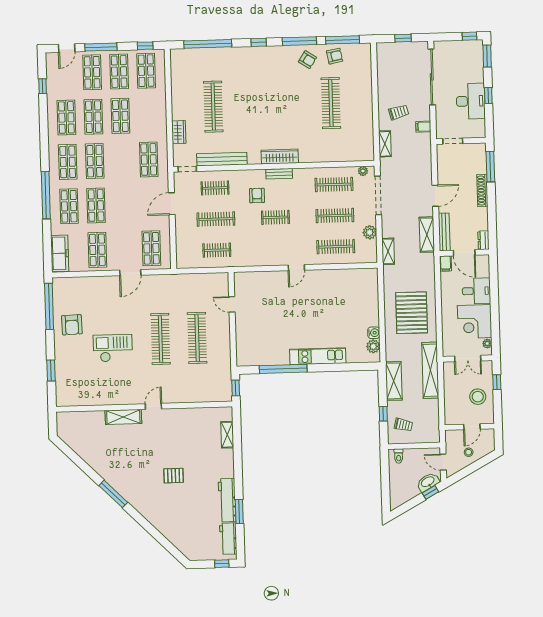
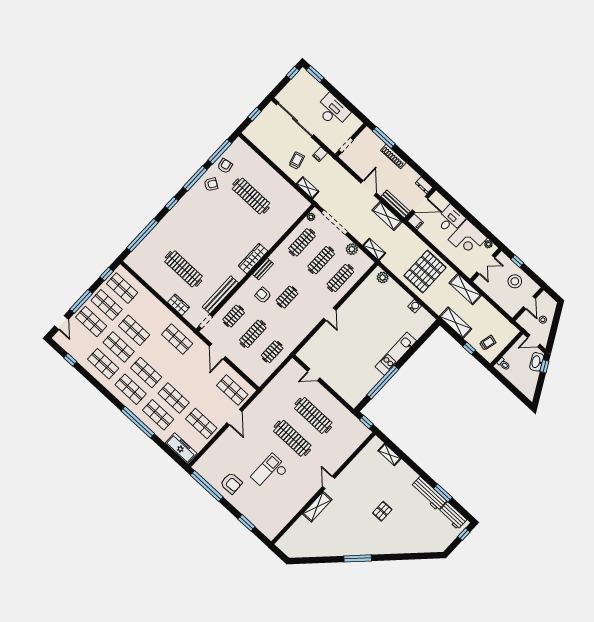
window: (488, 95) -> (340, 97), removed
pallet: (412, 313) -> (425, 271), turned 90
plant: (373, 346) -> (383, 277), moved
shelving: (430, 370) -> (465, 289), width x0.68

